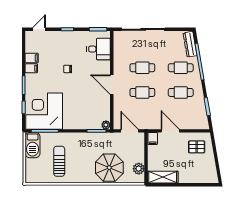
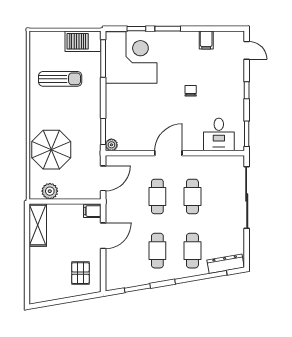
filing cabinet: (31, 68) -> (192, 40), removed

